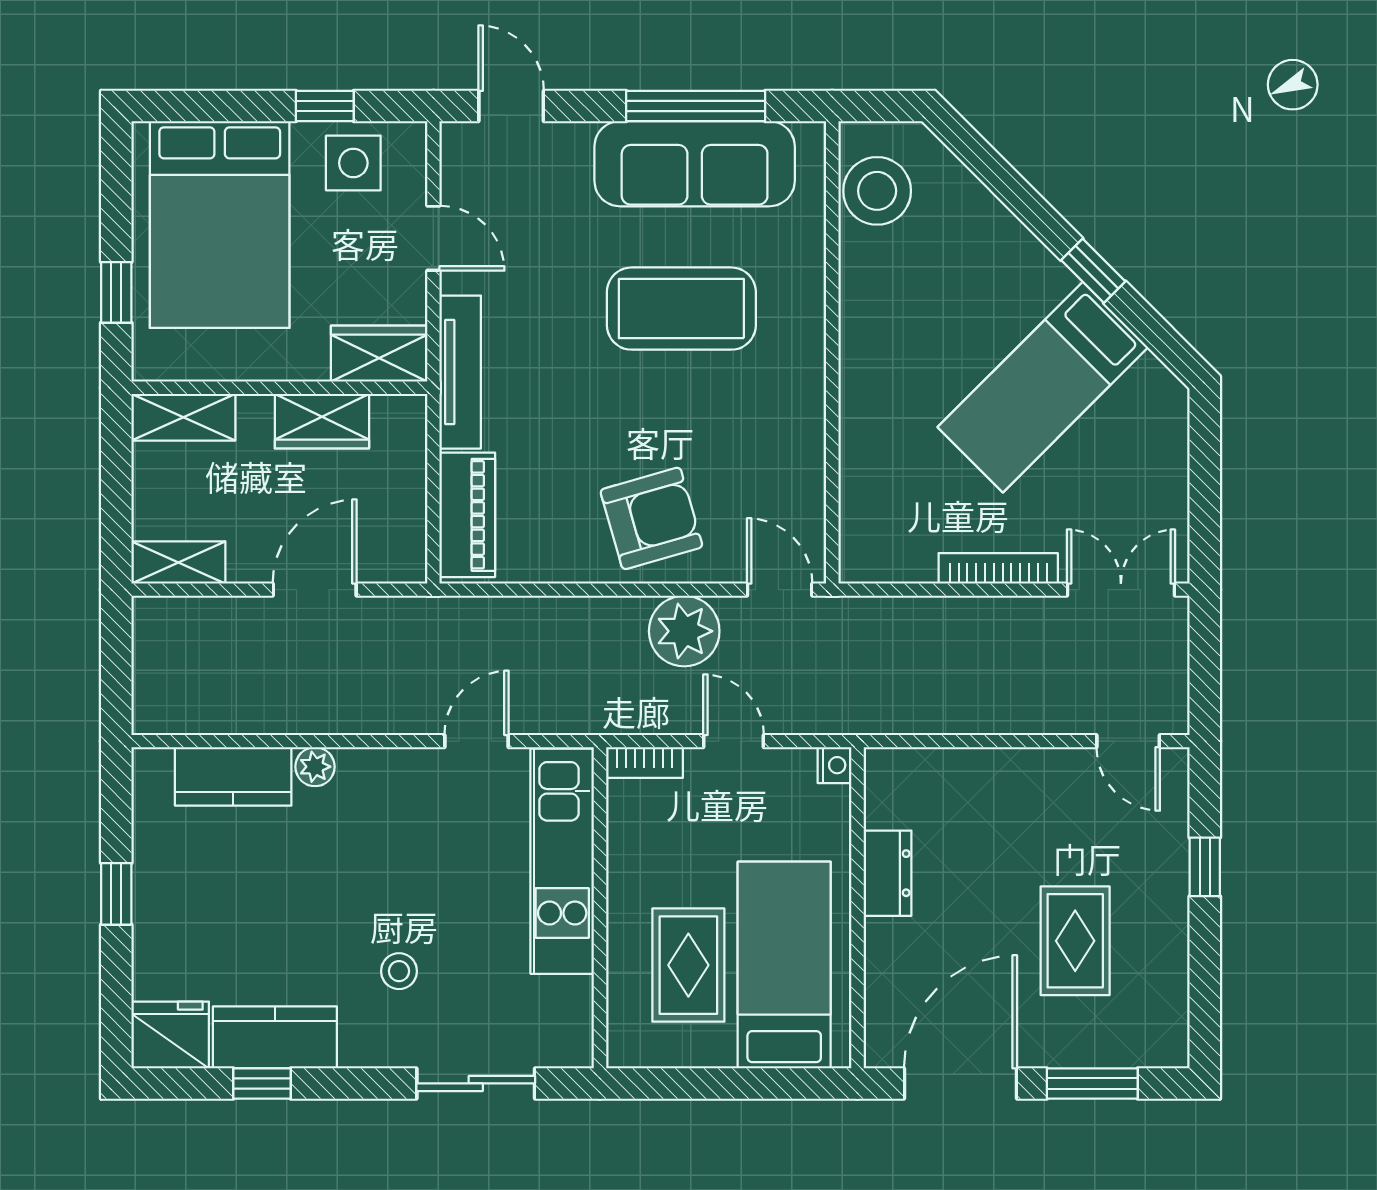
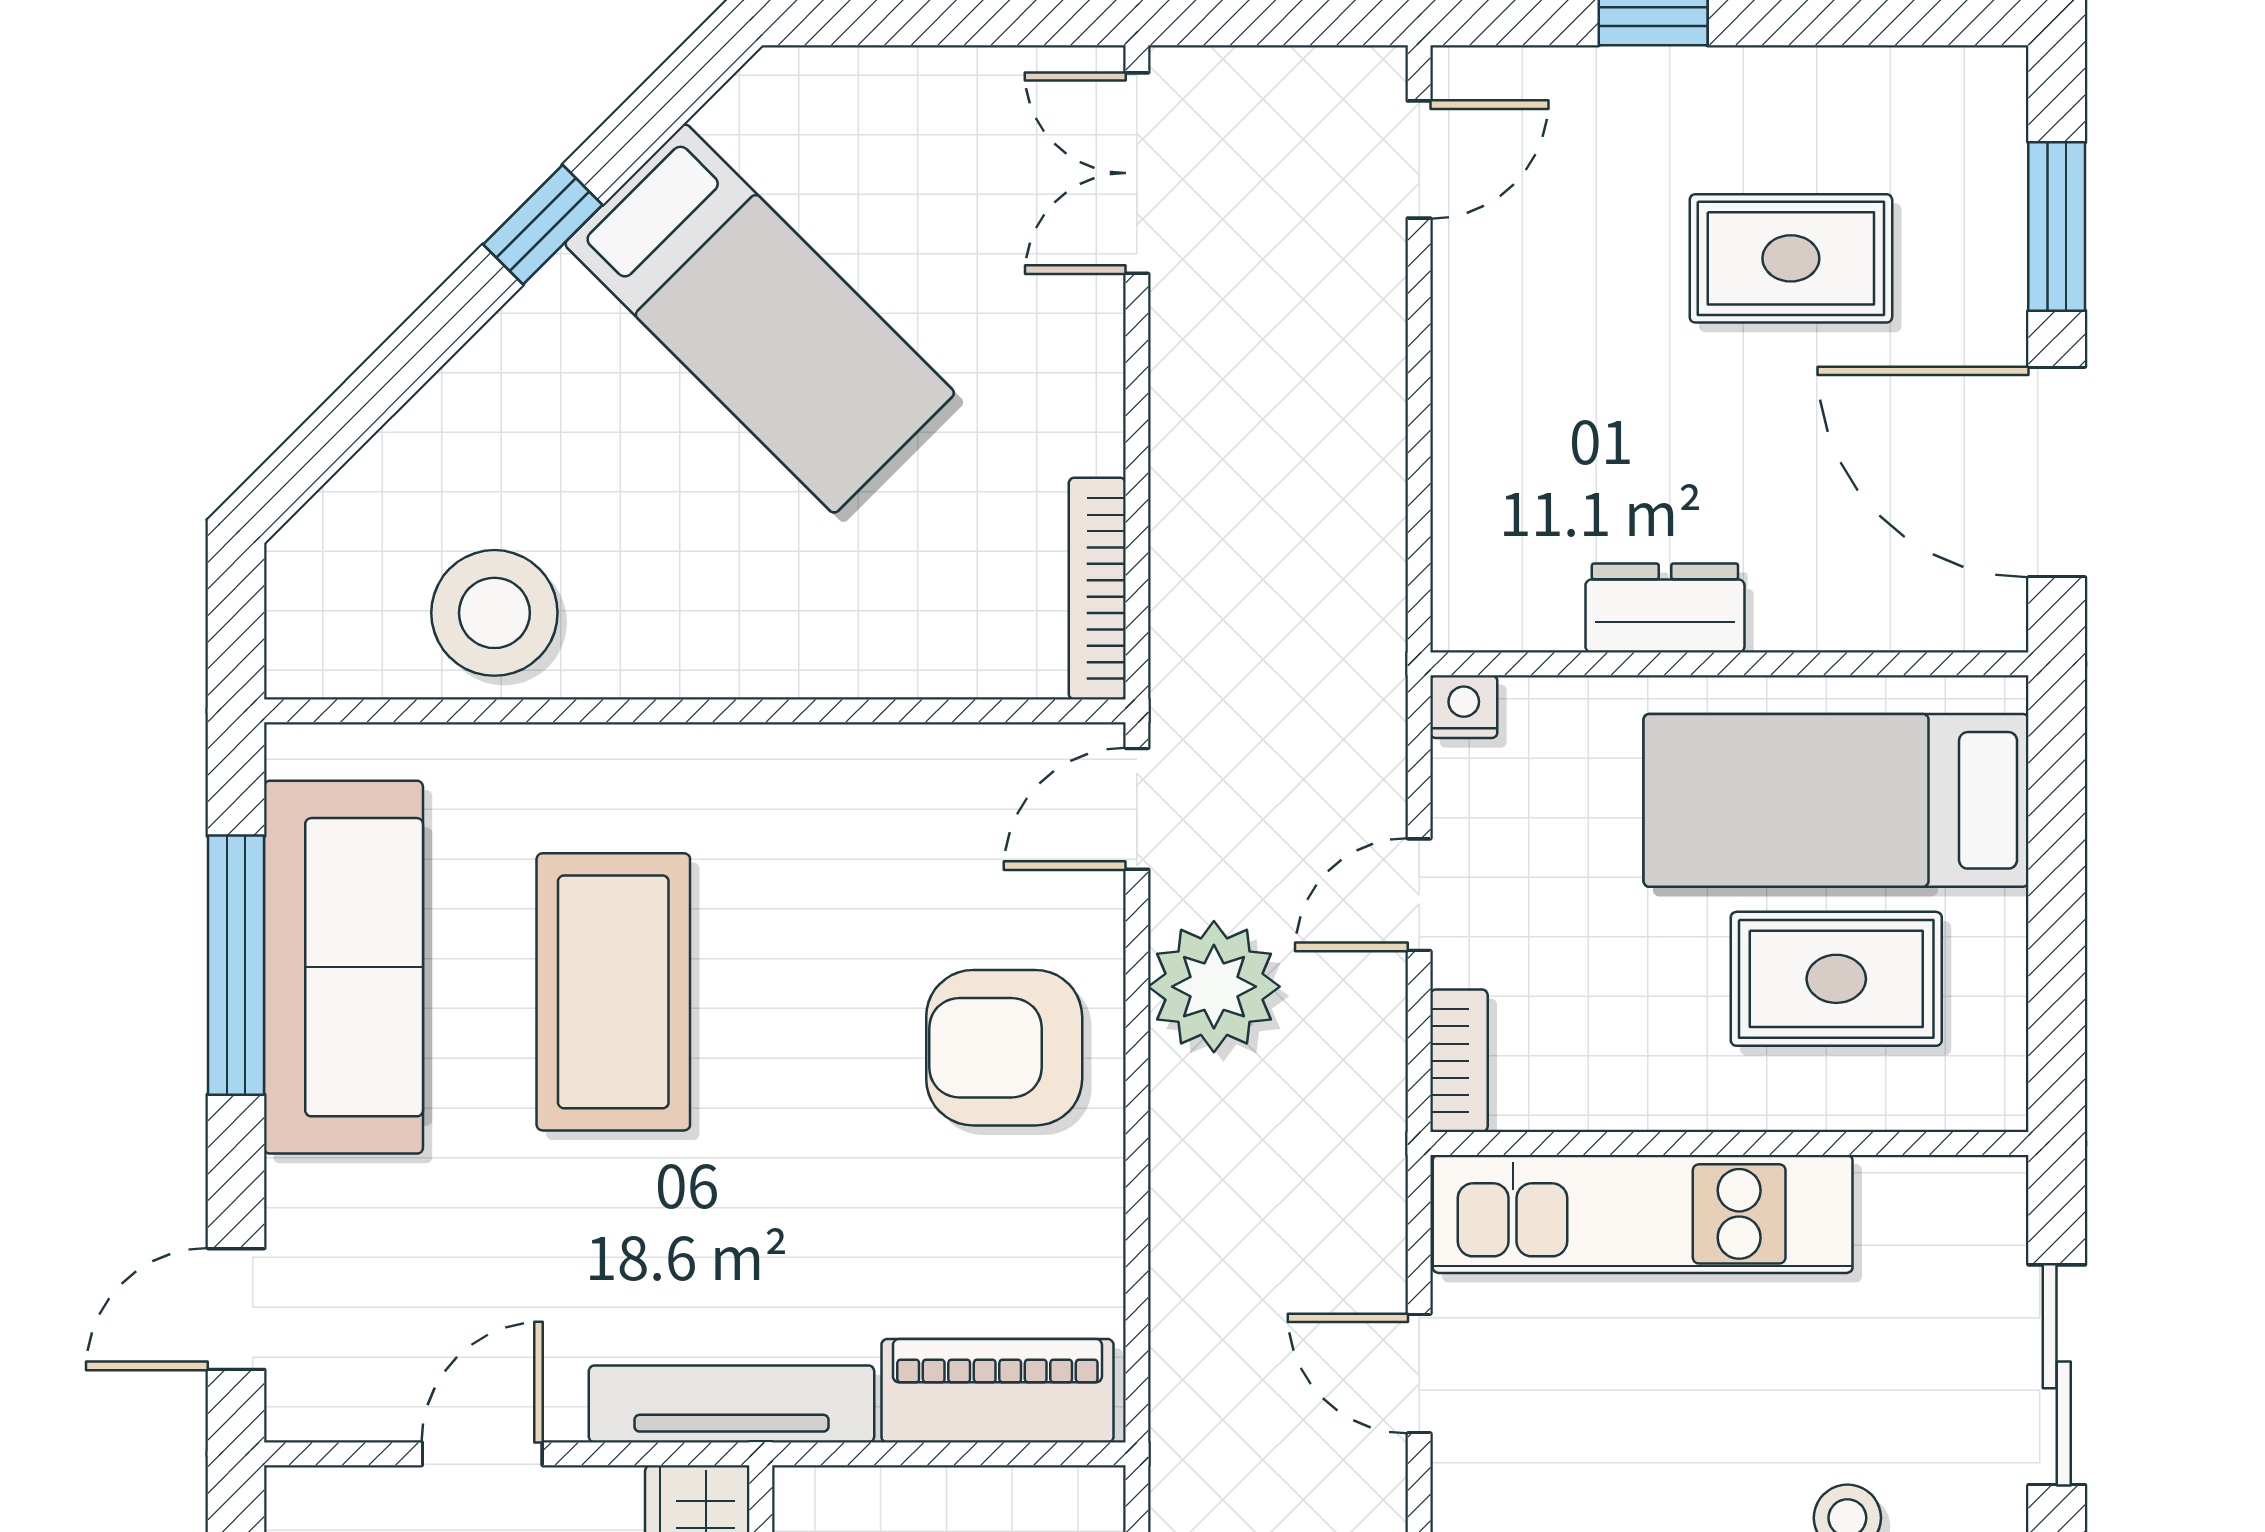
stool: (877, 191) -> (494, 613), moved
armchair: (651, 518) -> (1004, 1048), turned -74
bookcase: (998, 568) -> (1097, 589), moved

